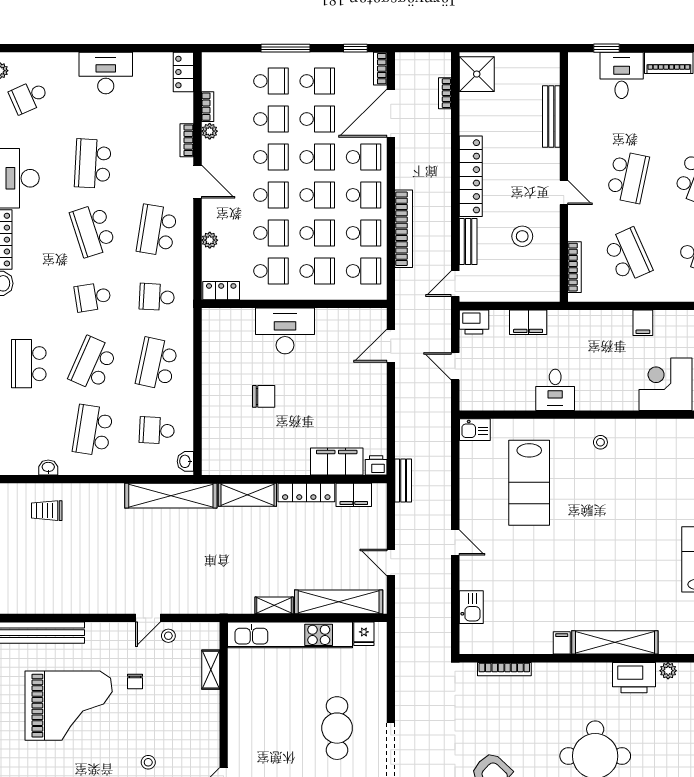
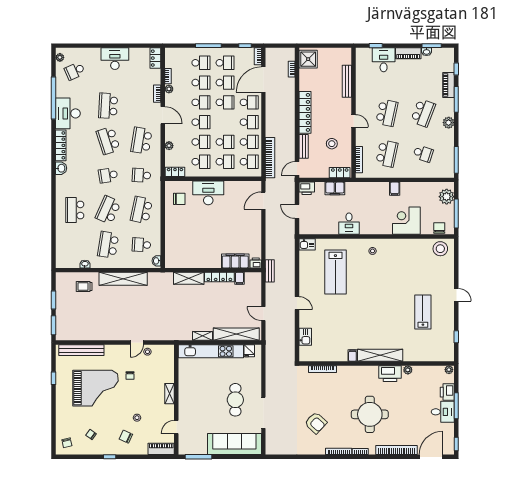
school desk: (317, 195) -> (225, 122), removed
bookcase: (404, 229) -> (270, 158), moved
school desk: (628, 255) -> (387, 154), turned 36
locker: (537, 292) -> (340, 173), added
chair: (264, 396) -> (179, 199), moved
filing cabinet: (354, 495) -> (239, 278), width x0.50
shelving: (171, 496) -> (123, 279), moved
shelving: (211, 670) -> (170, 394), moved

